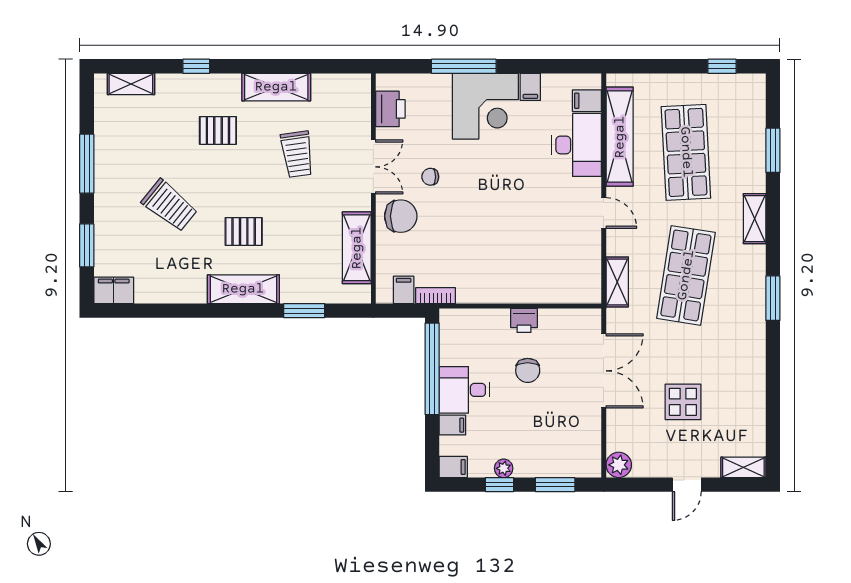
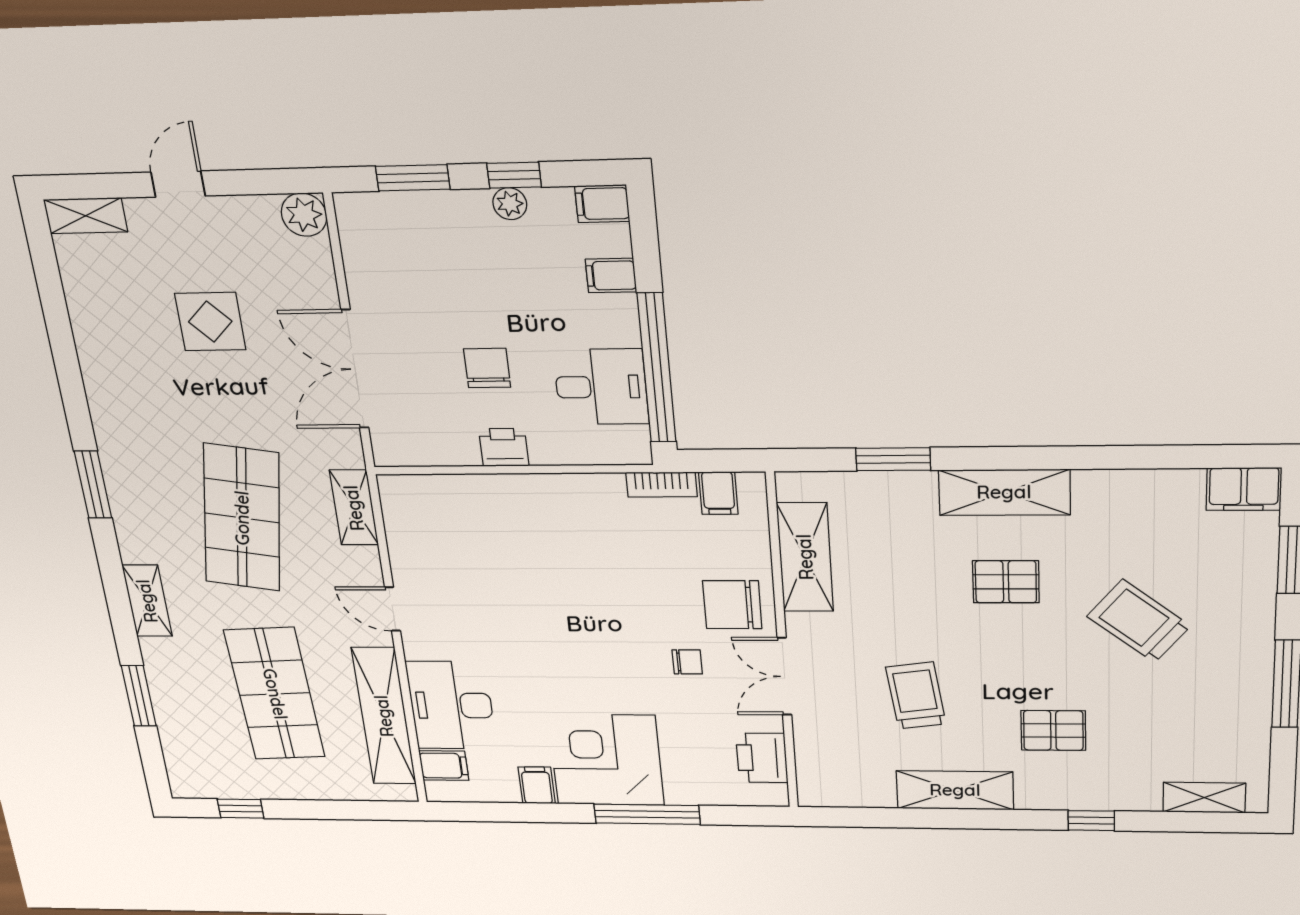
desk: (464, 390) -> (601, 387), moved

